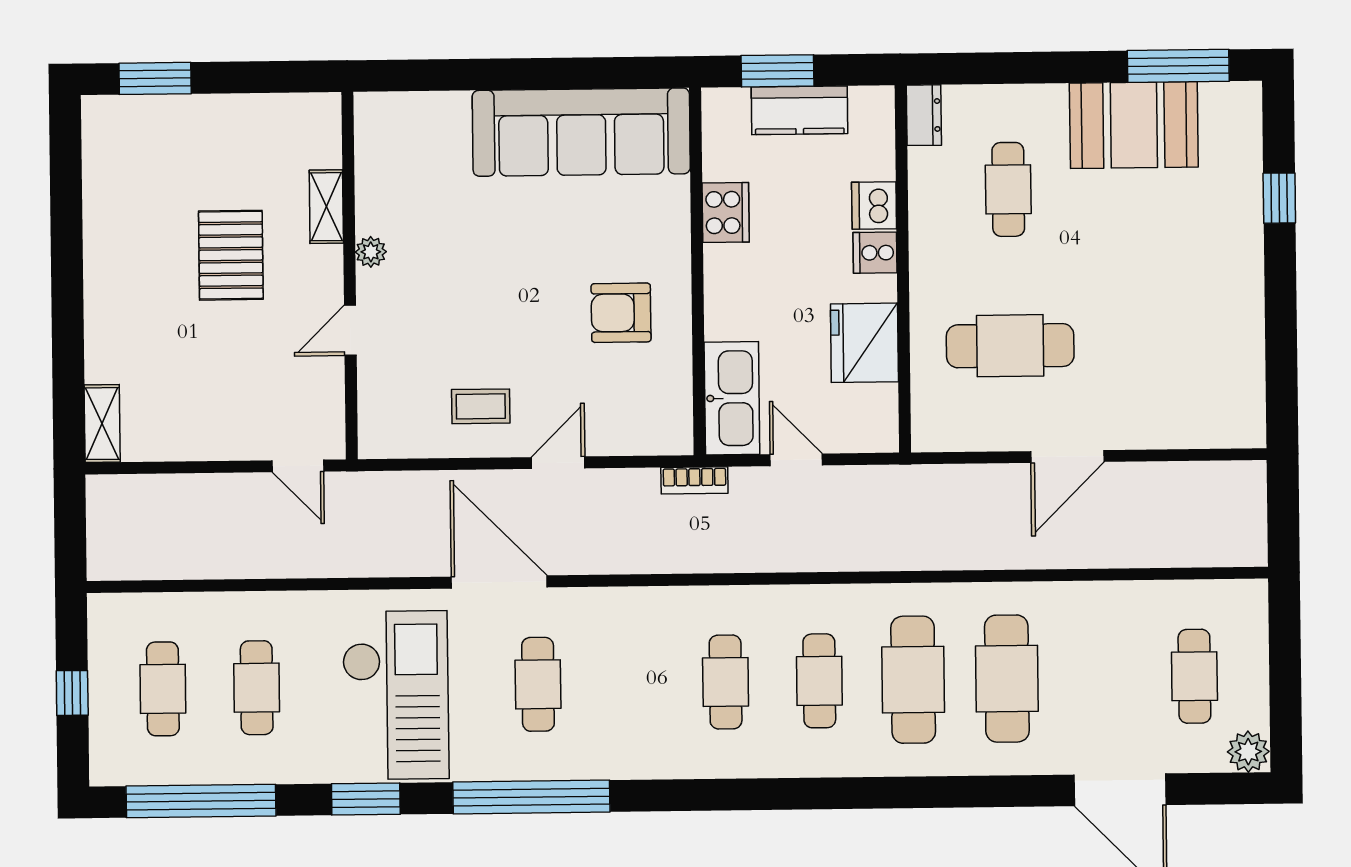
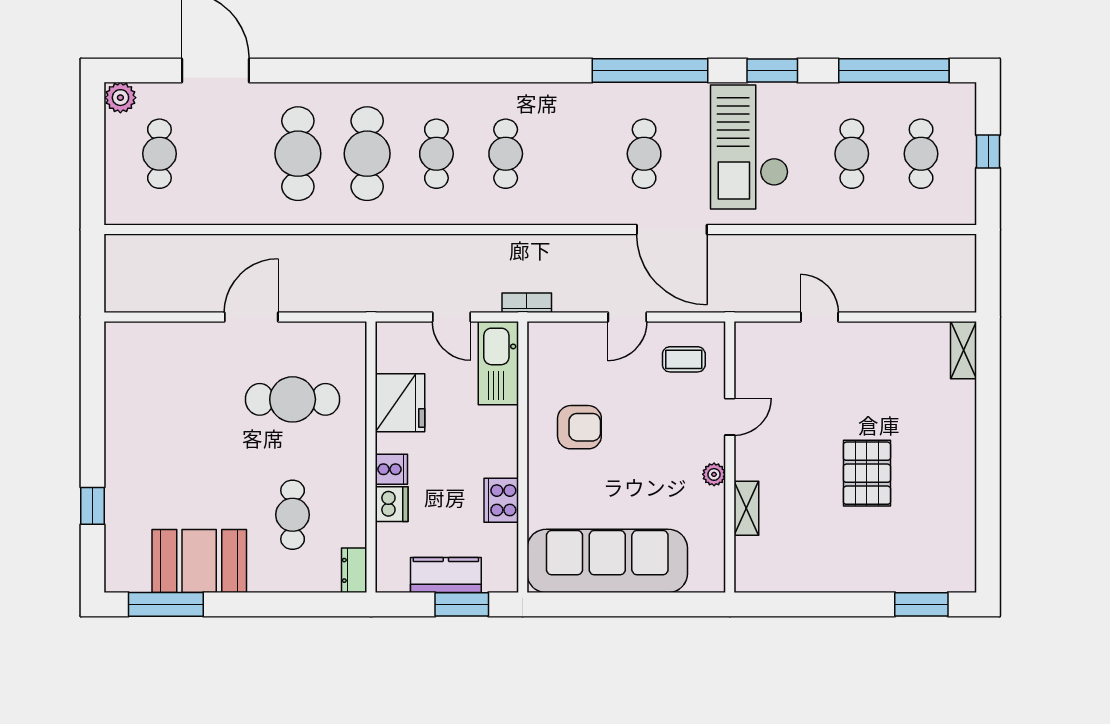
shelving: (326, 207) -> (746, 508), moved
plant: (371, 252) -> (714, 474), moved
wall: (350, 276) -> (730, 457), moved
door: (350, 330) -> (730, 417), moved

